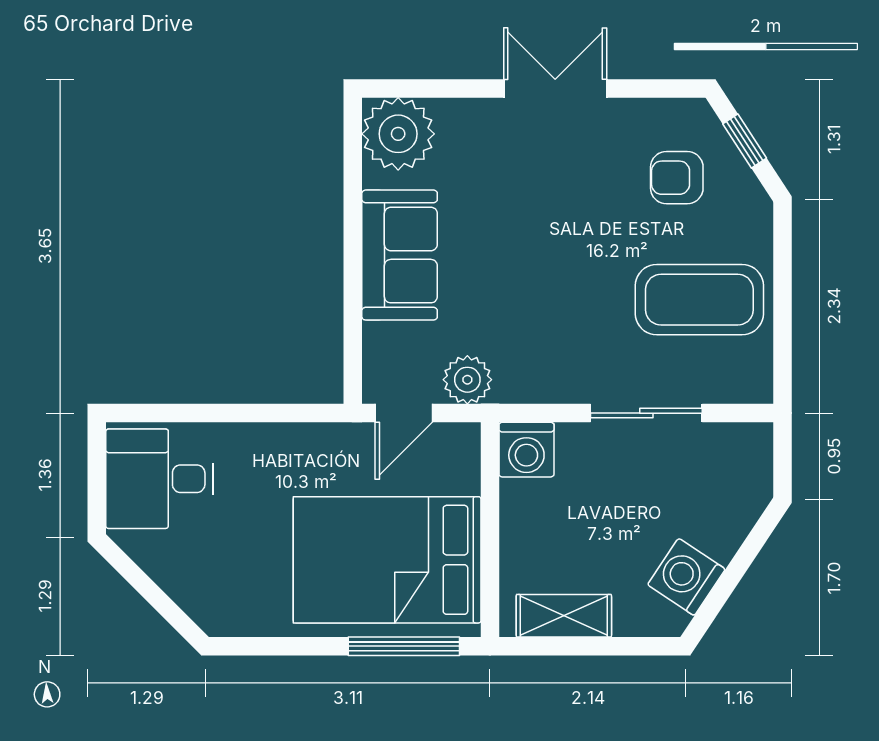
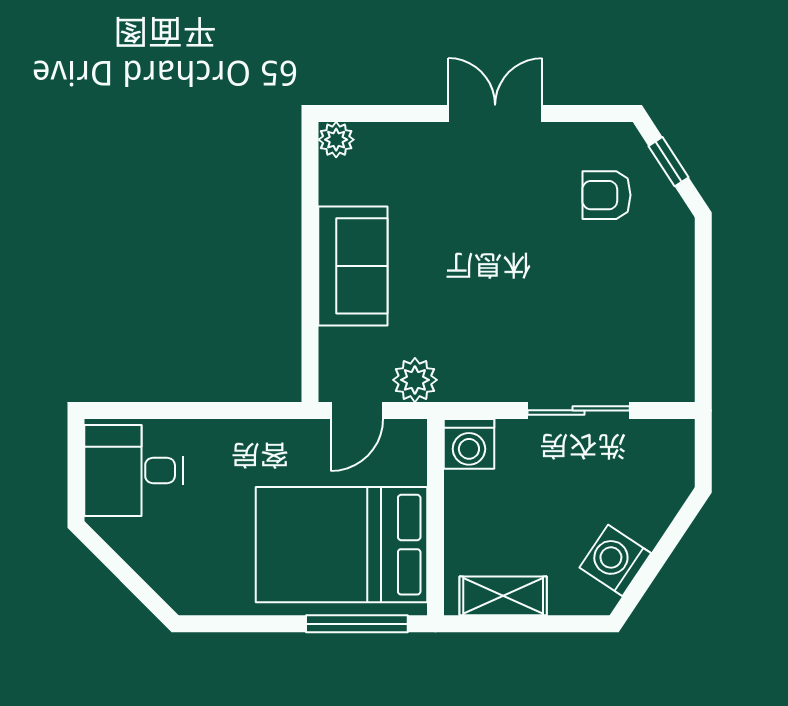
plant: (398, 134) -> (336, 140), width x0.53, depth x0.53
coffee table: (699, 300) -> (627, 307), removed

